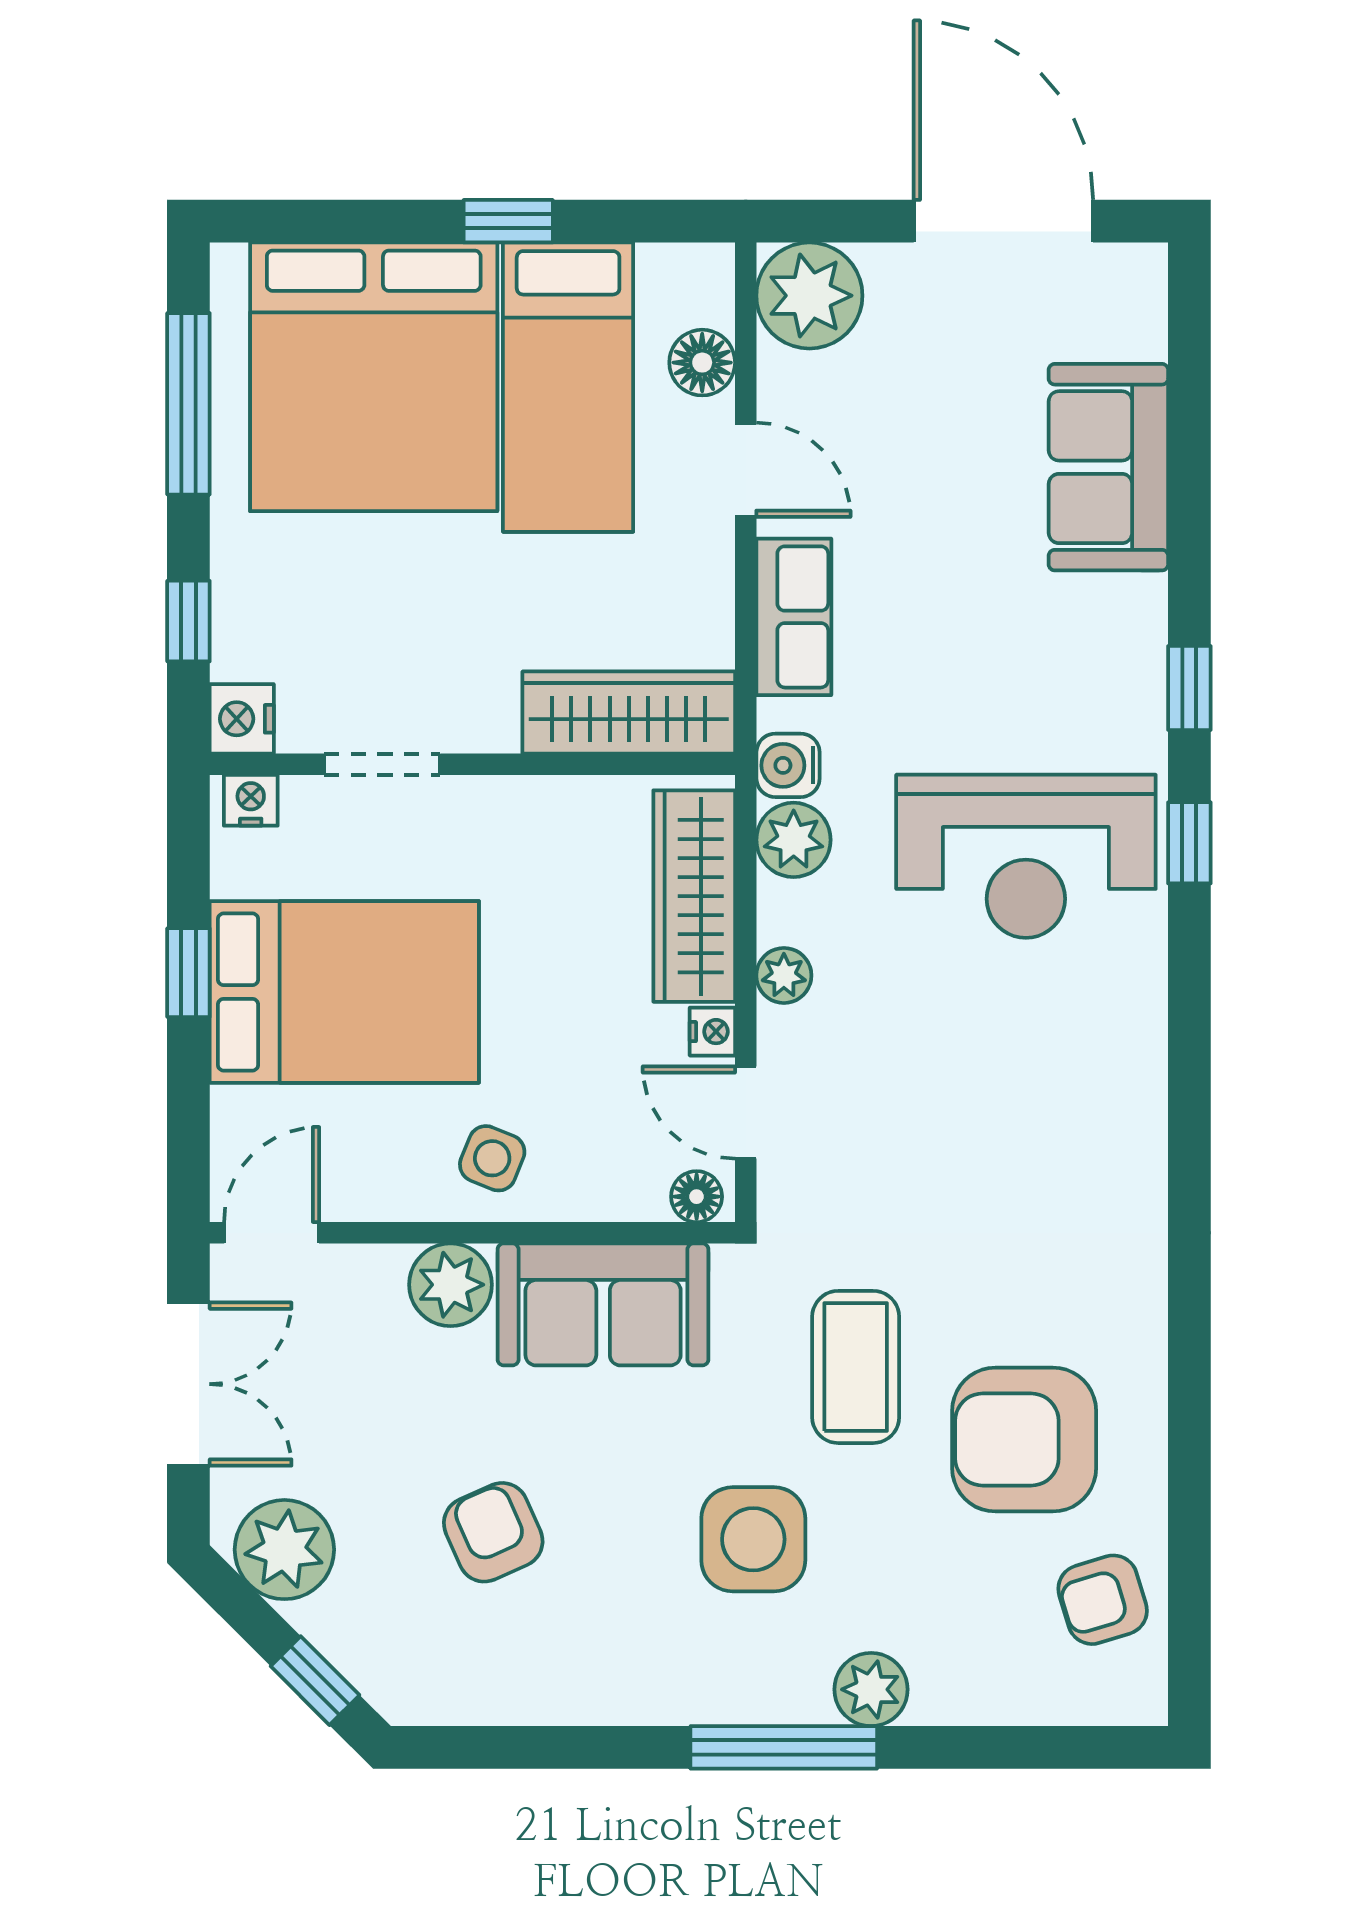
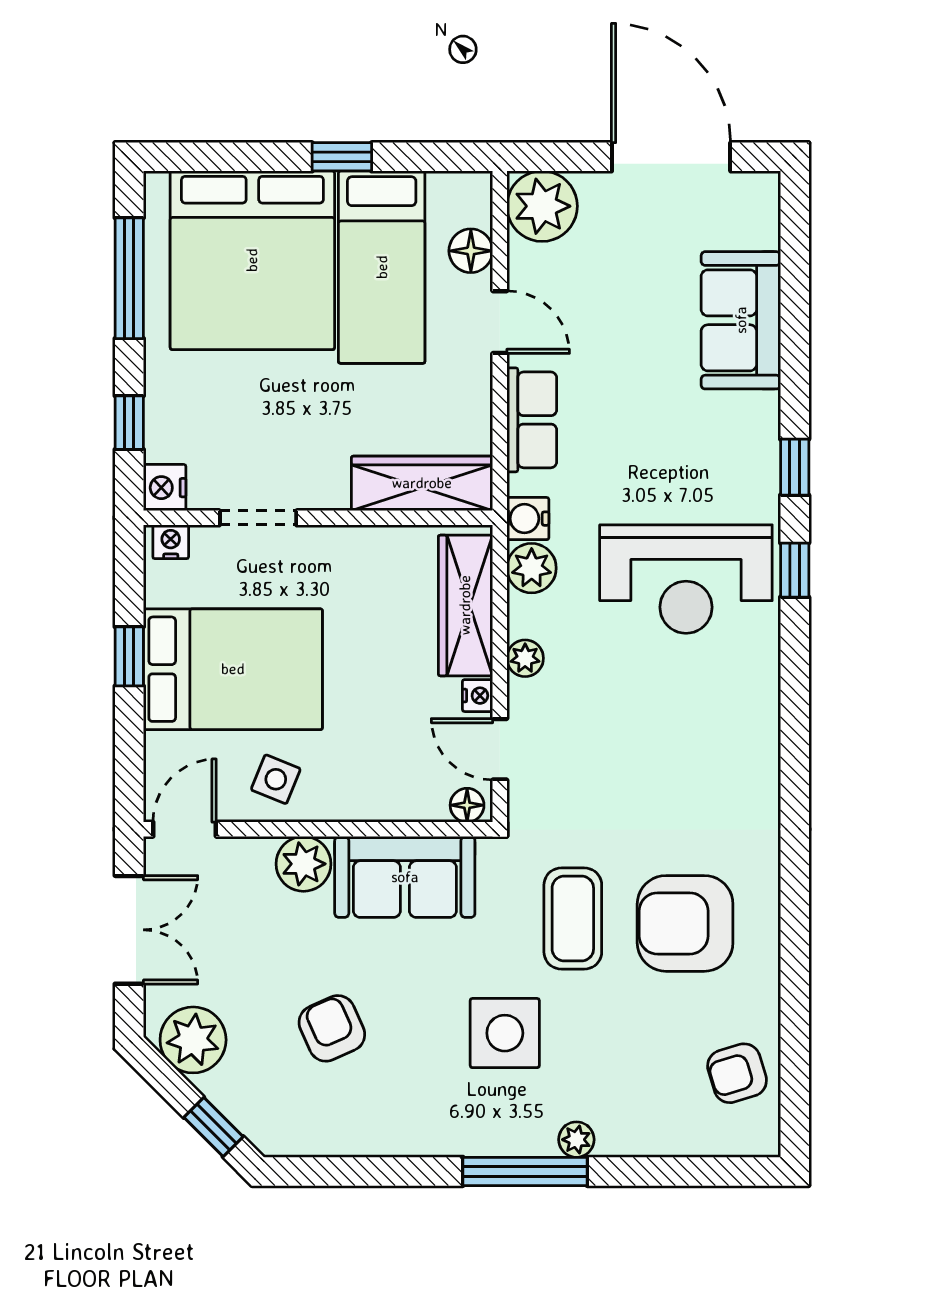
side table: (492, 1158) -> (276, 779), moved
armchair: (1024, 1440) -> (685, 923), moved
plant: (871, 1689) -> (576, 1140), width x0.73, depth x0.73

